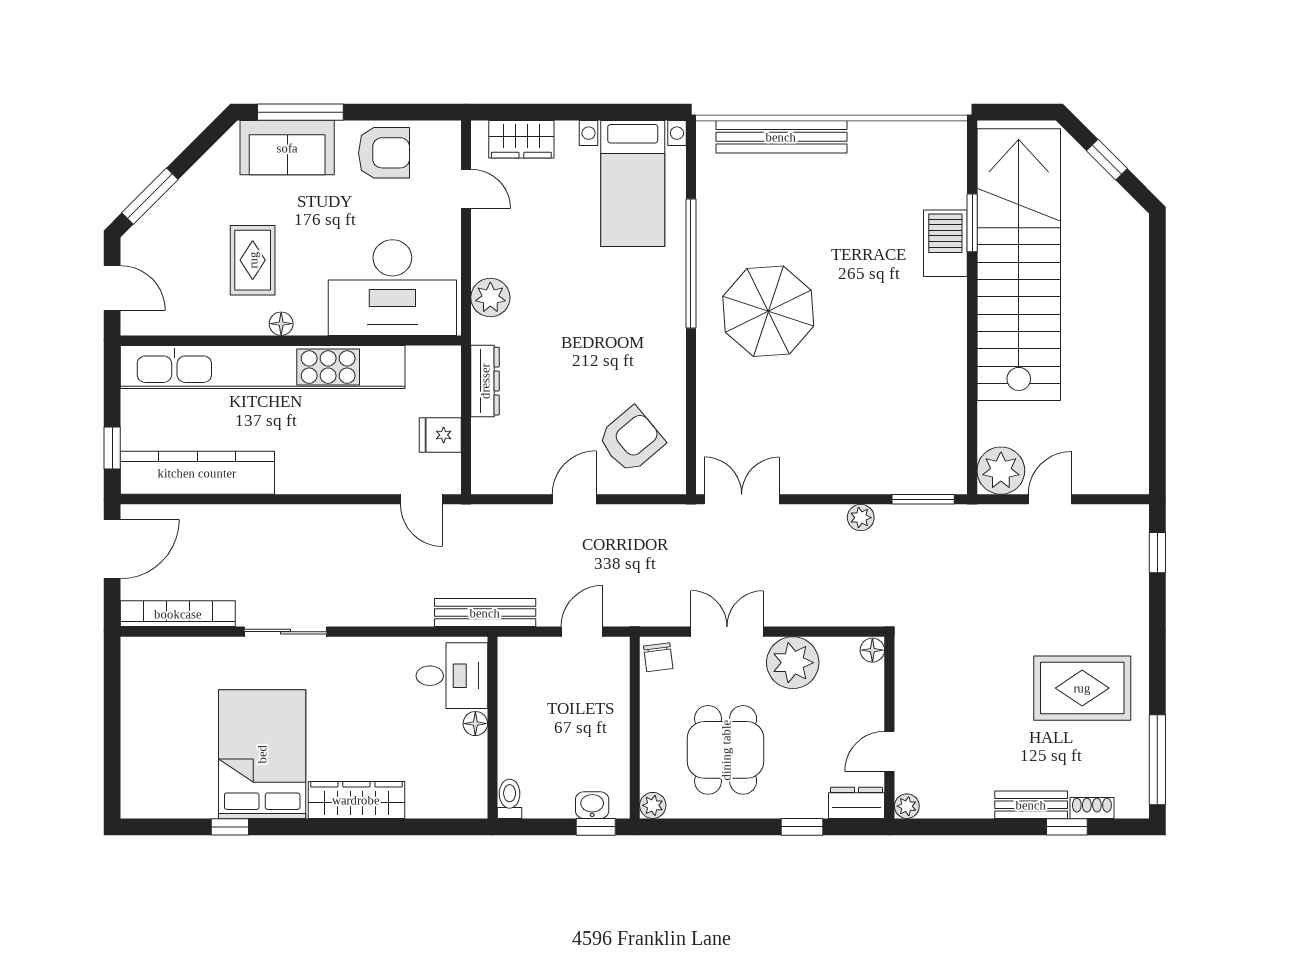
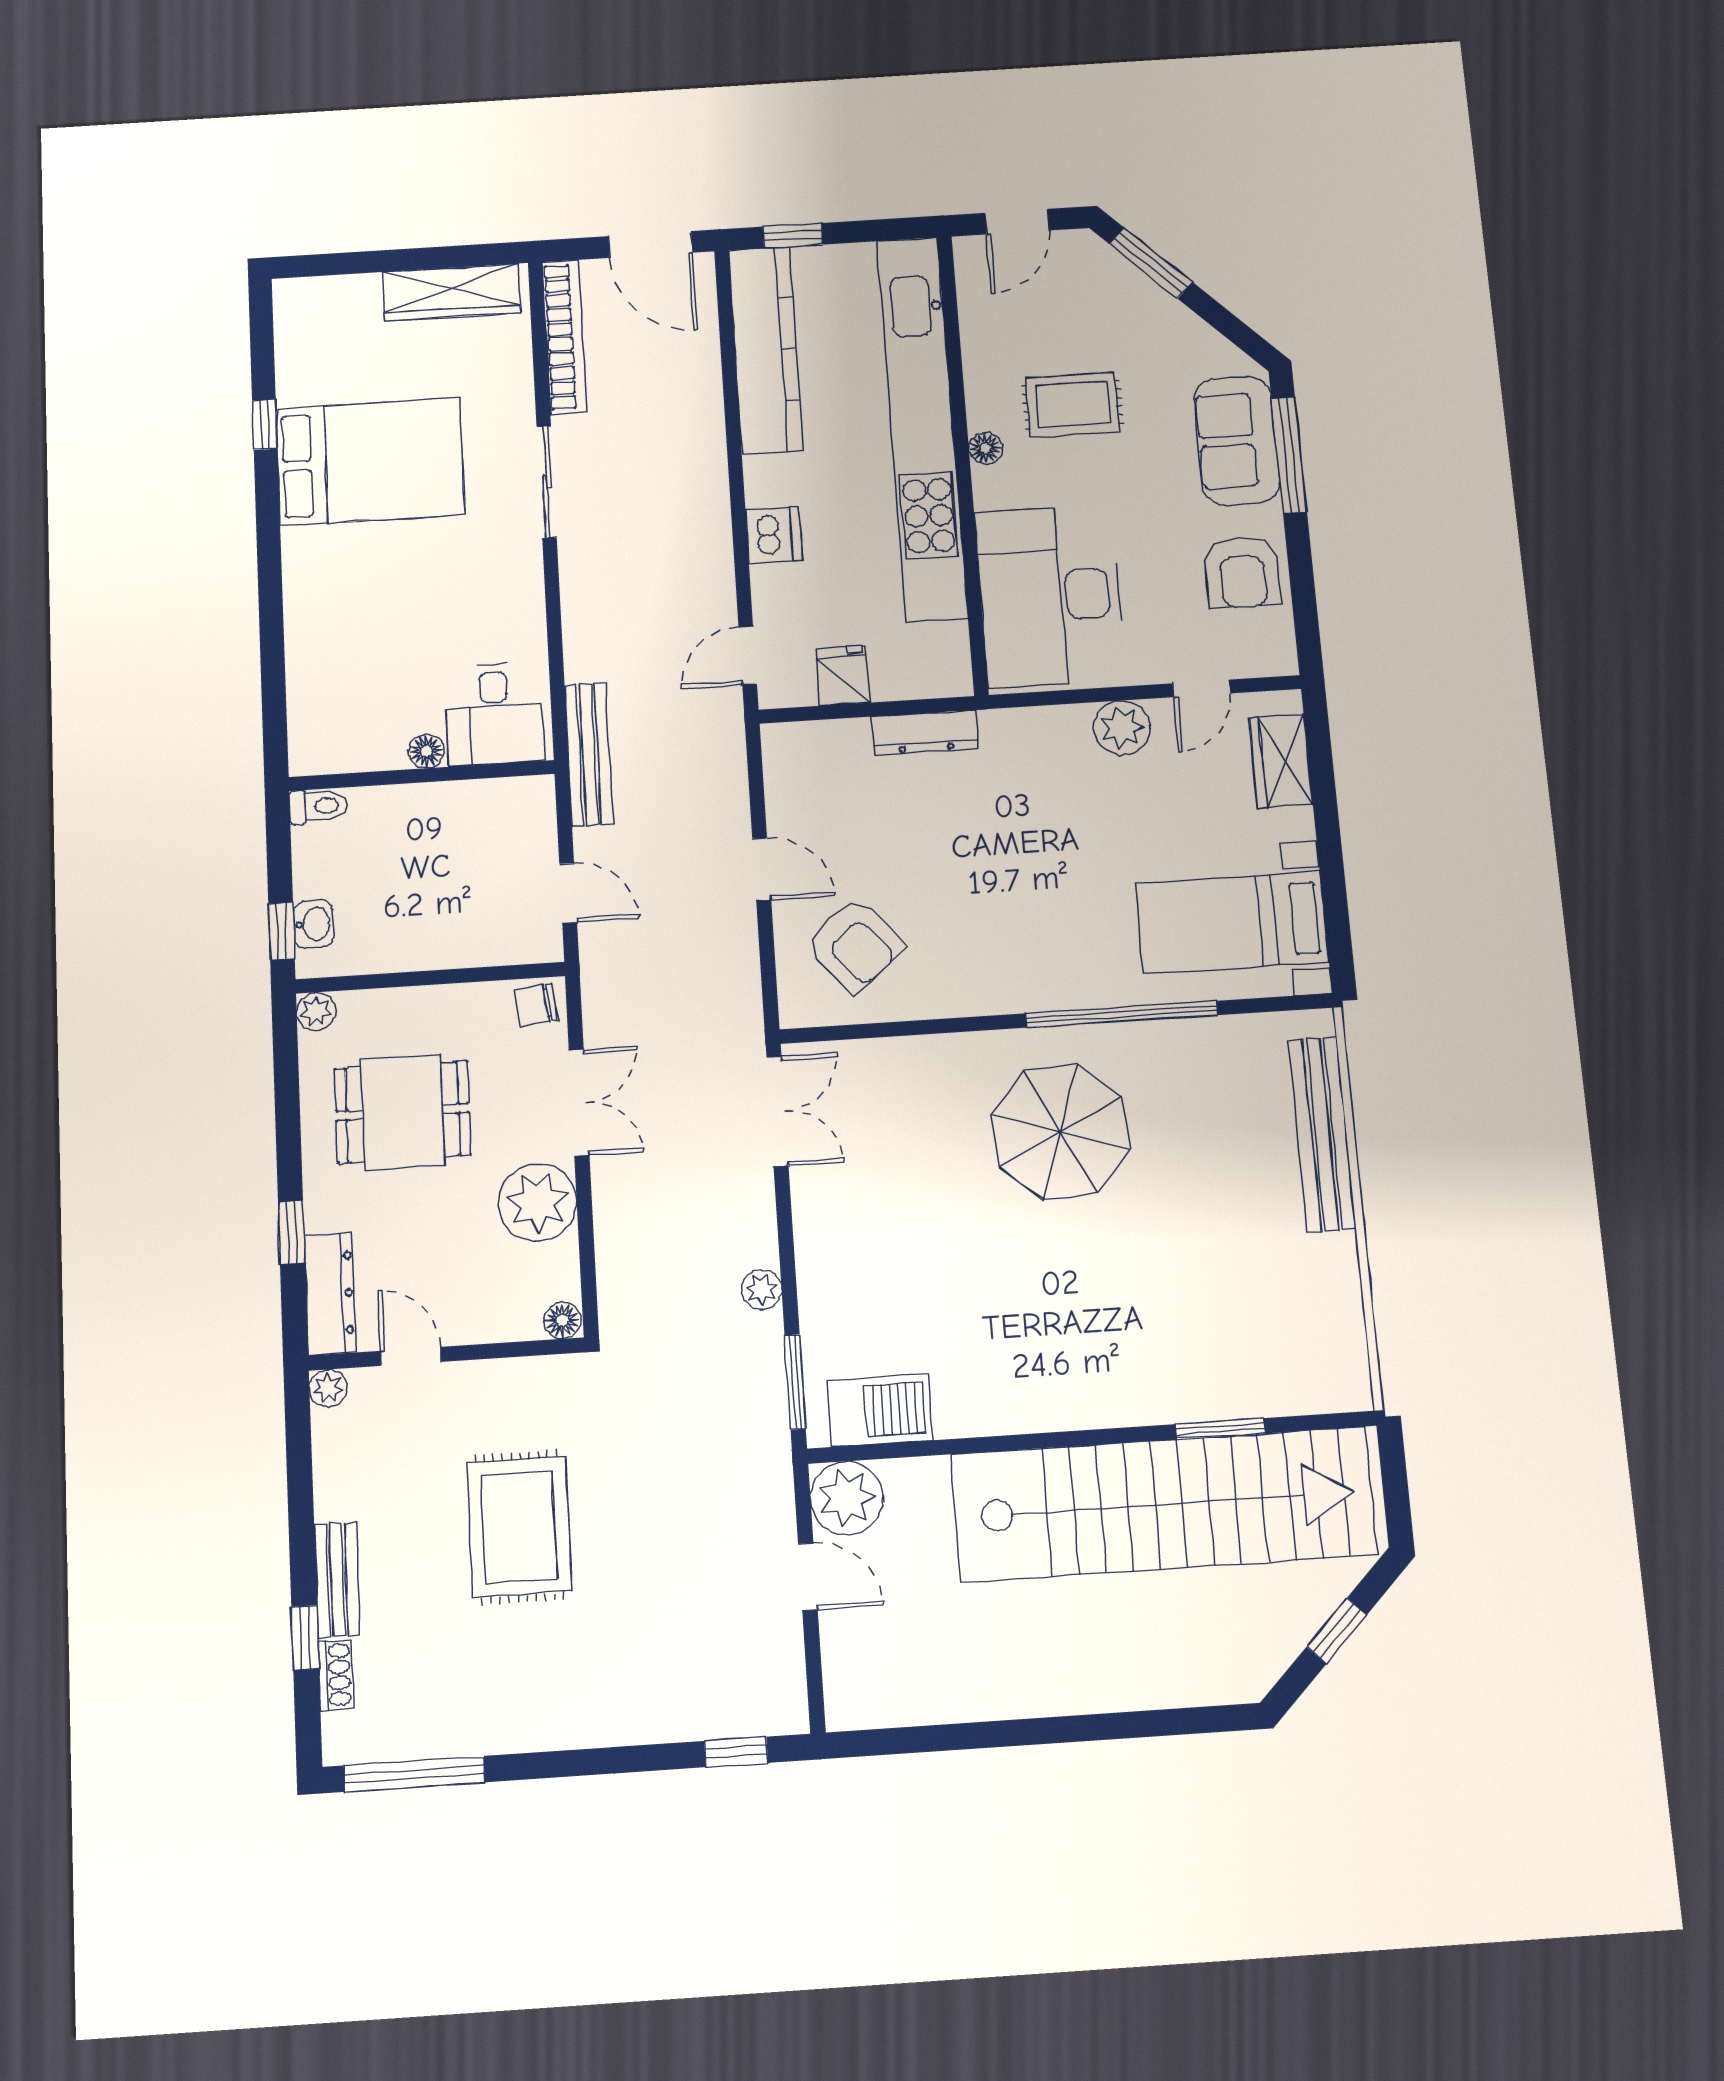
barbecue: (945, 243) -> (880, 1410), moved
plant: (490, 298) -> (1122, 728), moved
dishwasher: (335, 476) -> (774, 535), added
rug: (1082, 688) -> (519, 1527), moved
wardrobe: (356, 800) -> (451, 292), moved, turned 90
dresser: (857, 803) -> (330, 1293), width x1.44

